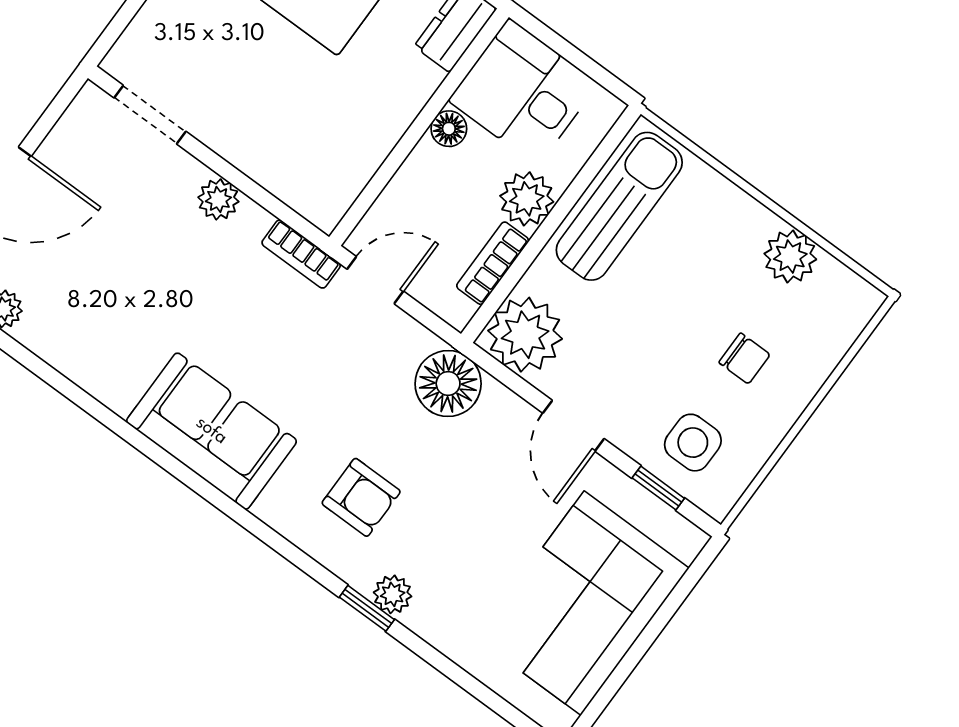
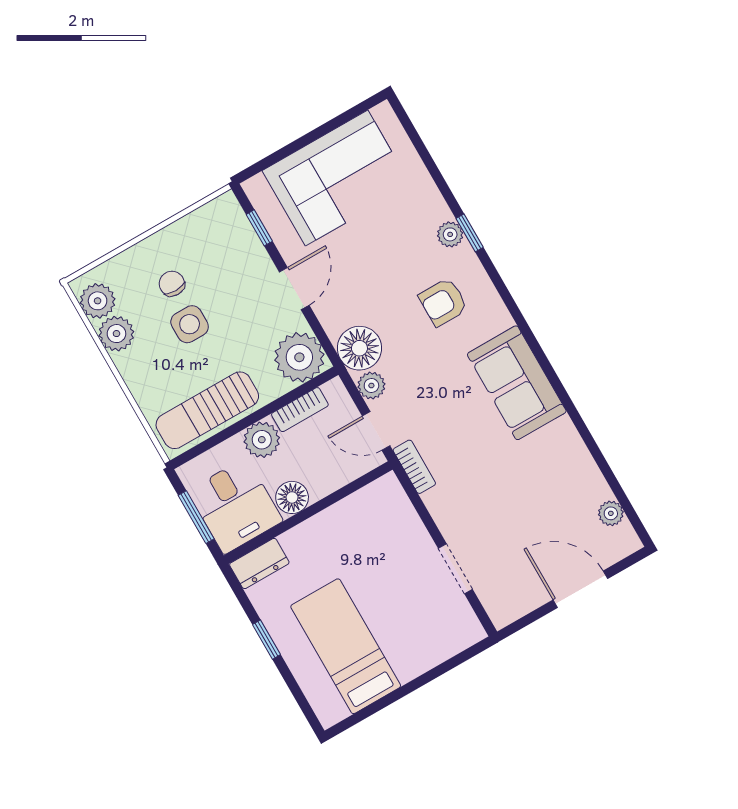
window: (570, 53) -> (196, 517), added
doorway: (150, 115) -> (455, 569), moved
floor lamp: (449, 129) -> (292, 497), width x1.37, depth x1.37
plant: (218, 199) -> (371, 386), moved
plant: (836, 290) -> (98, 301), added
side table: (693, 443) -> (190, 324), moved
armchair: (361, 497) -> (443, 302), turned -90

